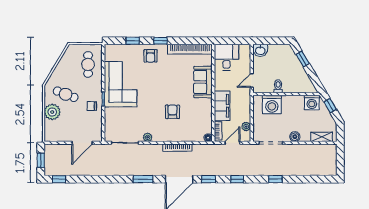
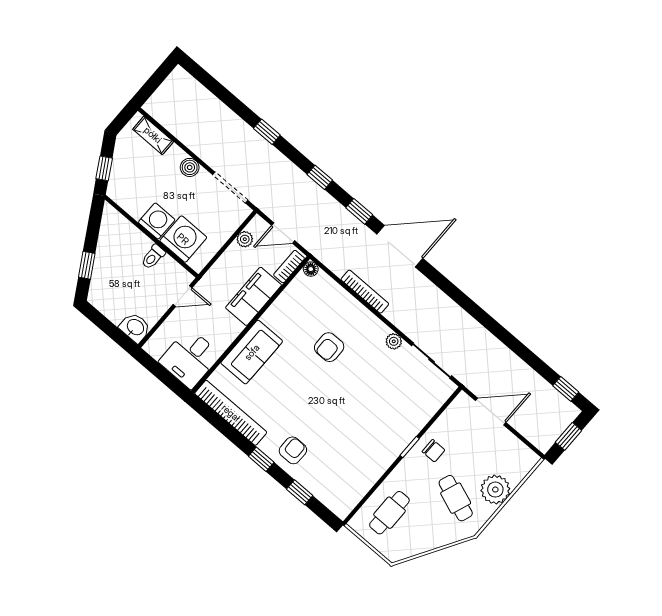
corner sofa: (121, 84) -> (368, 447), removed
washing machine: (312, 103) -> (157, 221), moved
window: (143, 179) -> (450, 289), removed

